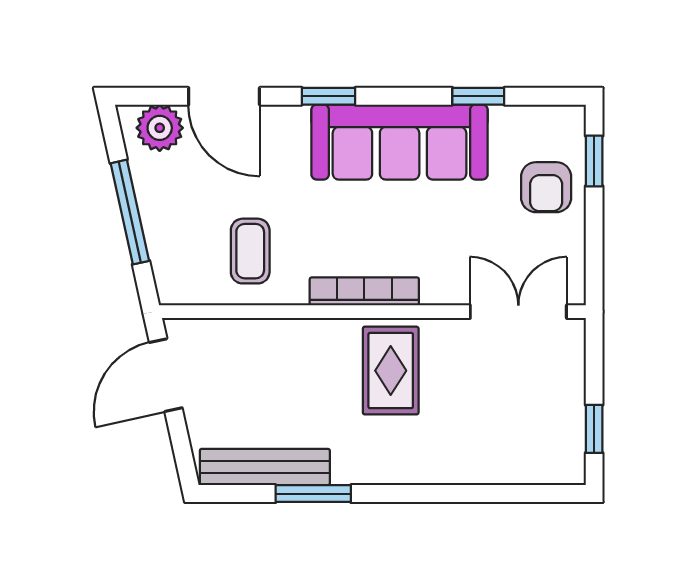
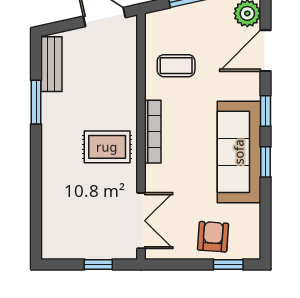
window: (478, 96) -> (266, 162), moved
armchair: (546, 187) -> (213, 237), turned 94
window: (594, 429) -> (98, 264), moved
bench: (265, 467) -> (51, 64), width x0.73

